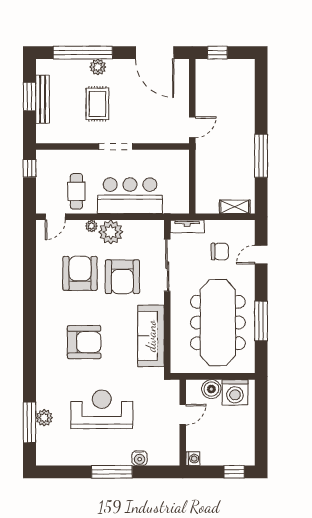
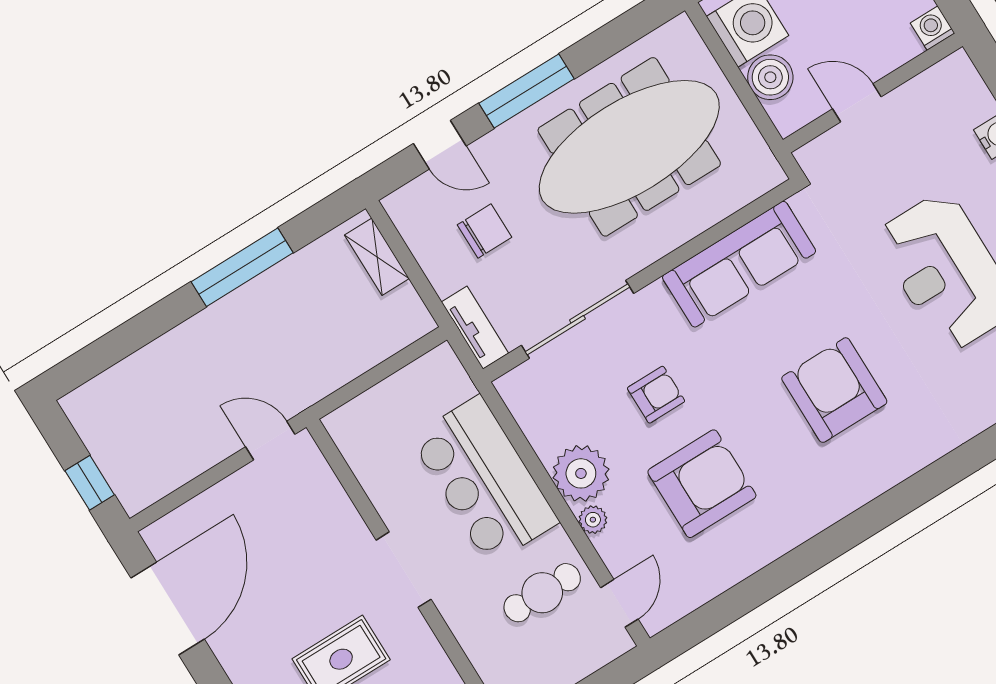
door: (55, 217) -> (619, 603), hinge flipped
chair: (220, 251) -> (485, 231), turned 90
armchair: (80, 273) -> (702, 484), turned 180
armchair: (122, 277) -> (656, 395), width x0.53, depth x0.53
window: (261, 321) -> (526, 91), moved

